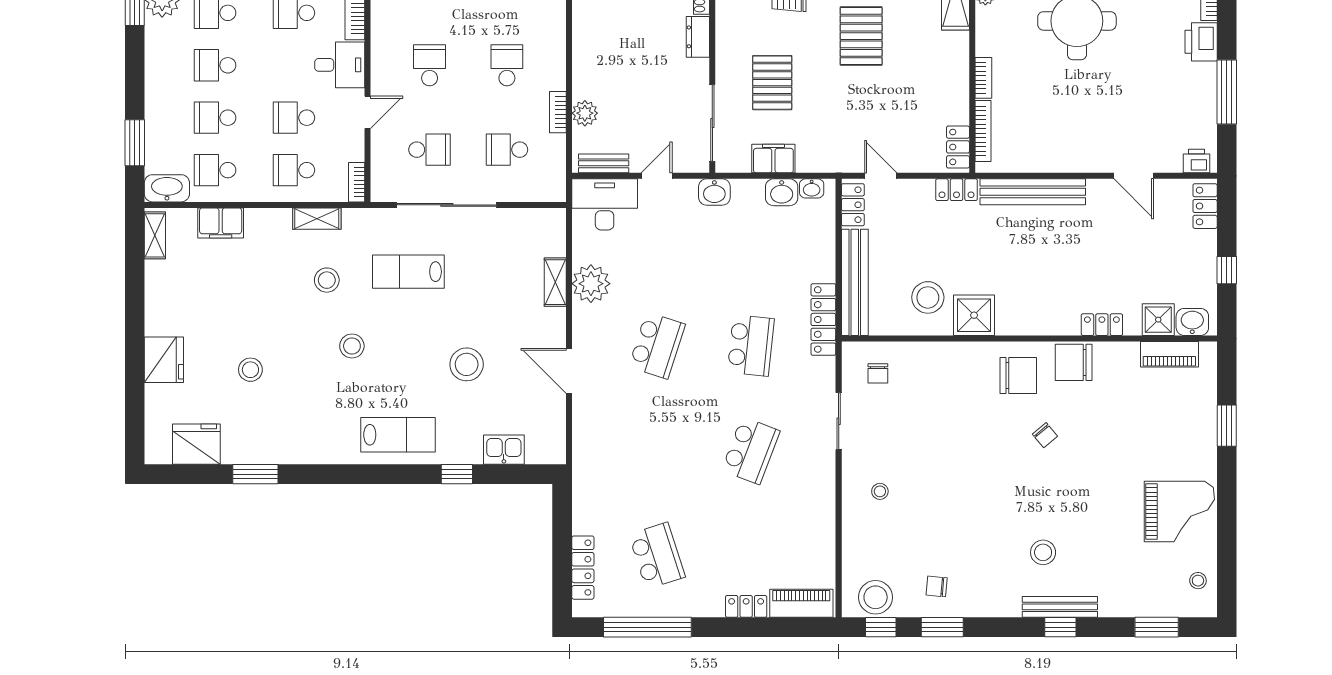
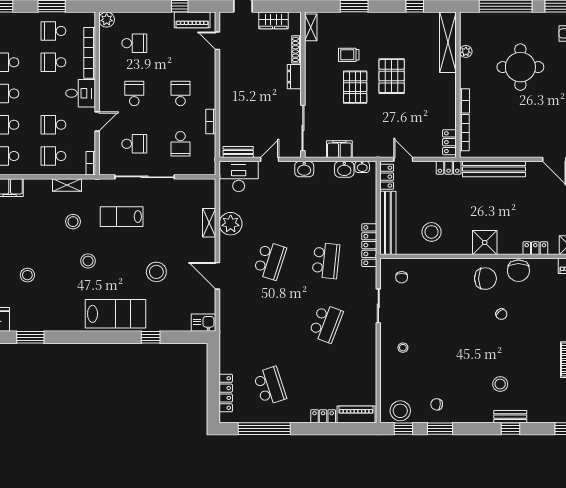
pallet: (772, 83) -> (355, 87), moved
plant: (585, 113) -> (227, 122), removed
school desk: (507, 150) -> (180, 144), turned -90
shower: (974, 315) -> (485, 243), moved
chair: (1074, 362) -> (518, 271), turned -90
lab bench: (398, 435) -> (115, 314), width x1.36, depth x1.39
kitchen sink: (504, 450) -> (204, 323), moved
bench: (1060, 607) -> (510, 417), width x0.73

